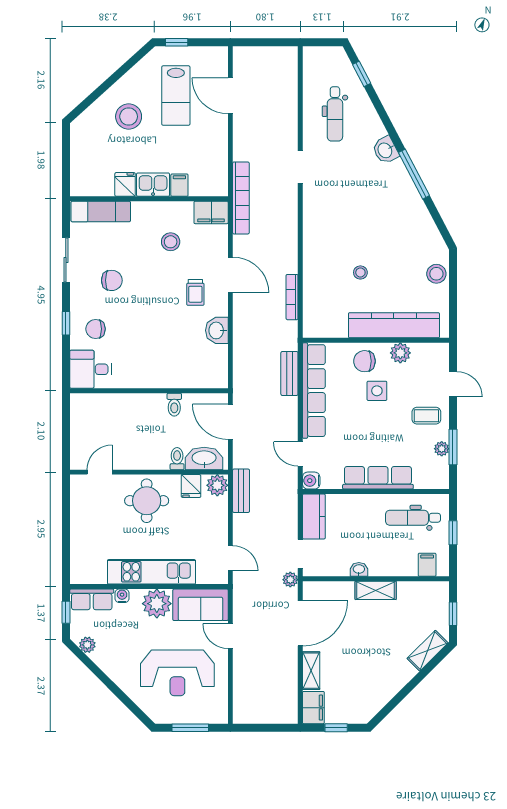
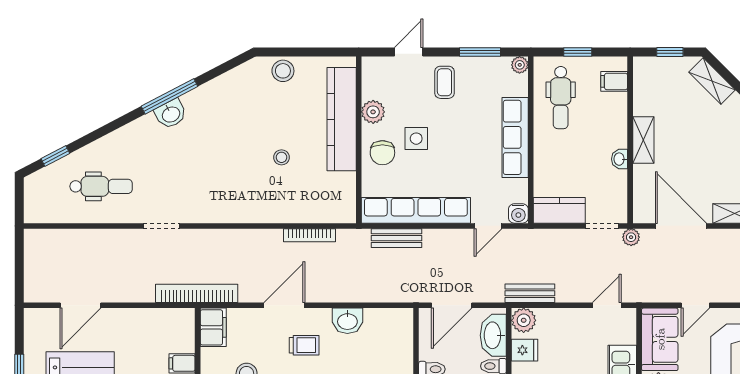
washbasin: (385, 150) -> (171, 114), moved
plant: (442, 449) -> (520, 65), moved

